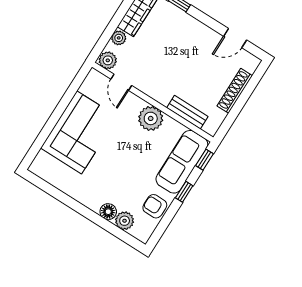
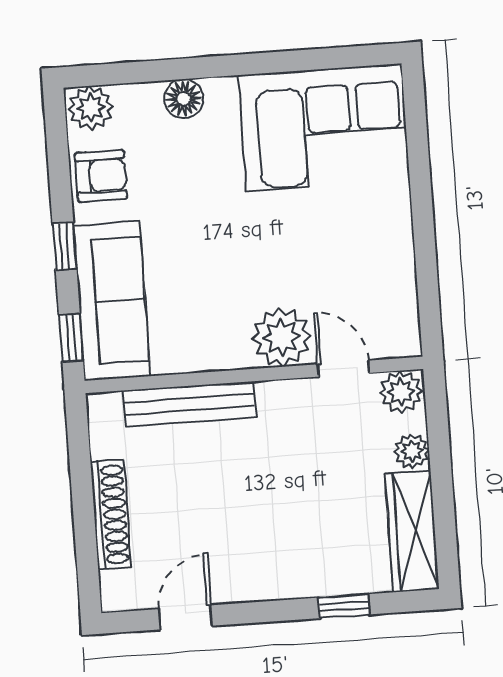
bench: (187, 112) -> (189, 404), width x1.36
plant: (151, 118) -> (281, 337), moved
corner sofa: (79, 132) -> (324, 128), moved, turned -90
plant: (125, 221) -> (91, 108), moved

